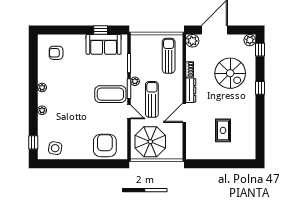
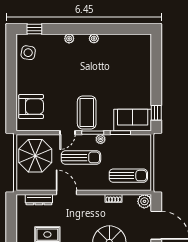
window: (101, 30) -> (156, 113), moved
sofa: (104, 44) -> (133, 120), moved, turned 90
armchair: (56, 53) -> (131, 54), removed
dresser: (191, 90) -> (39, 200), moved

